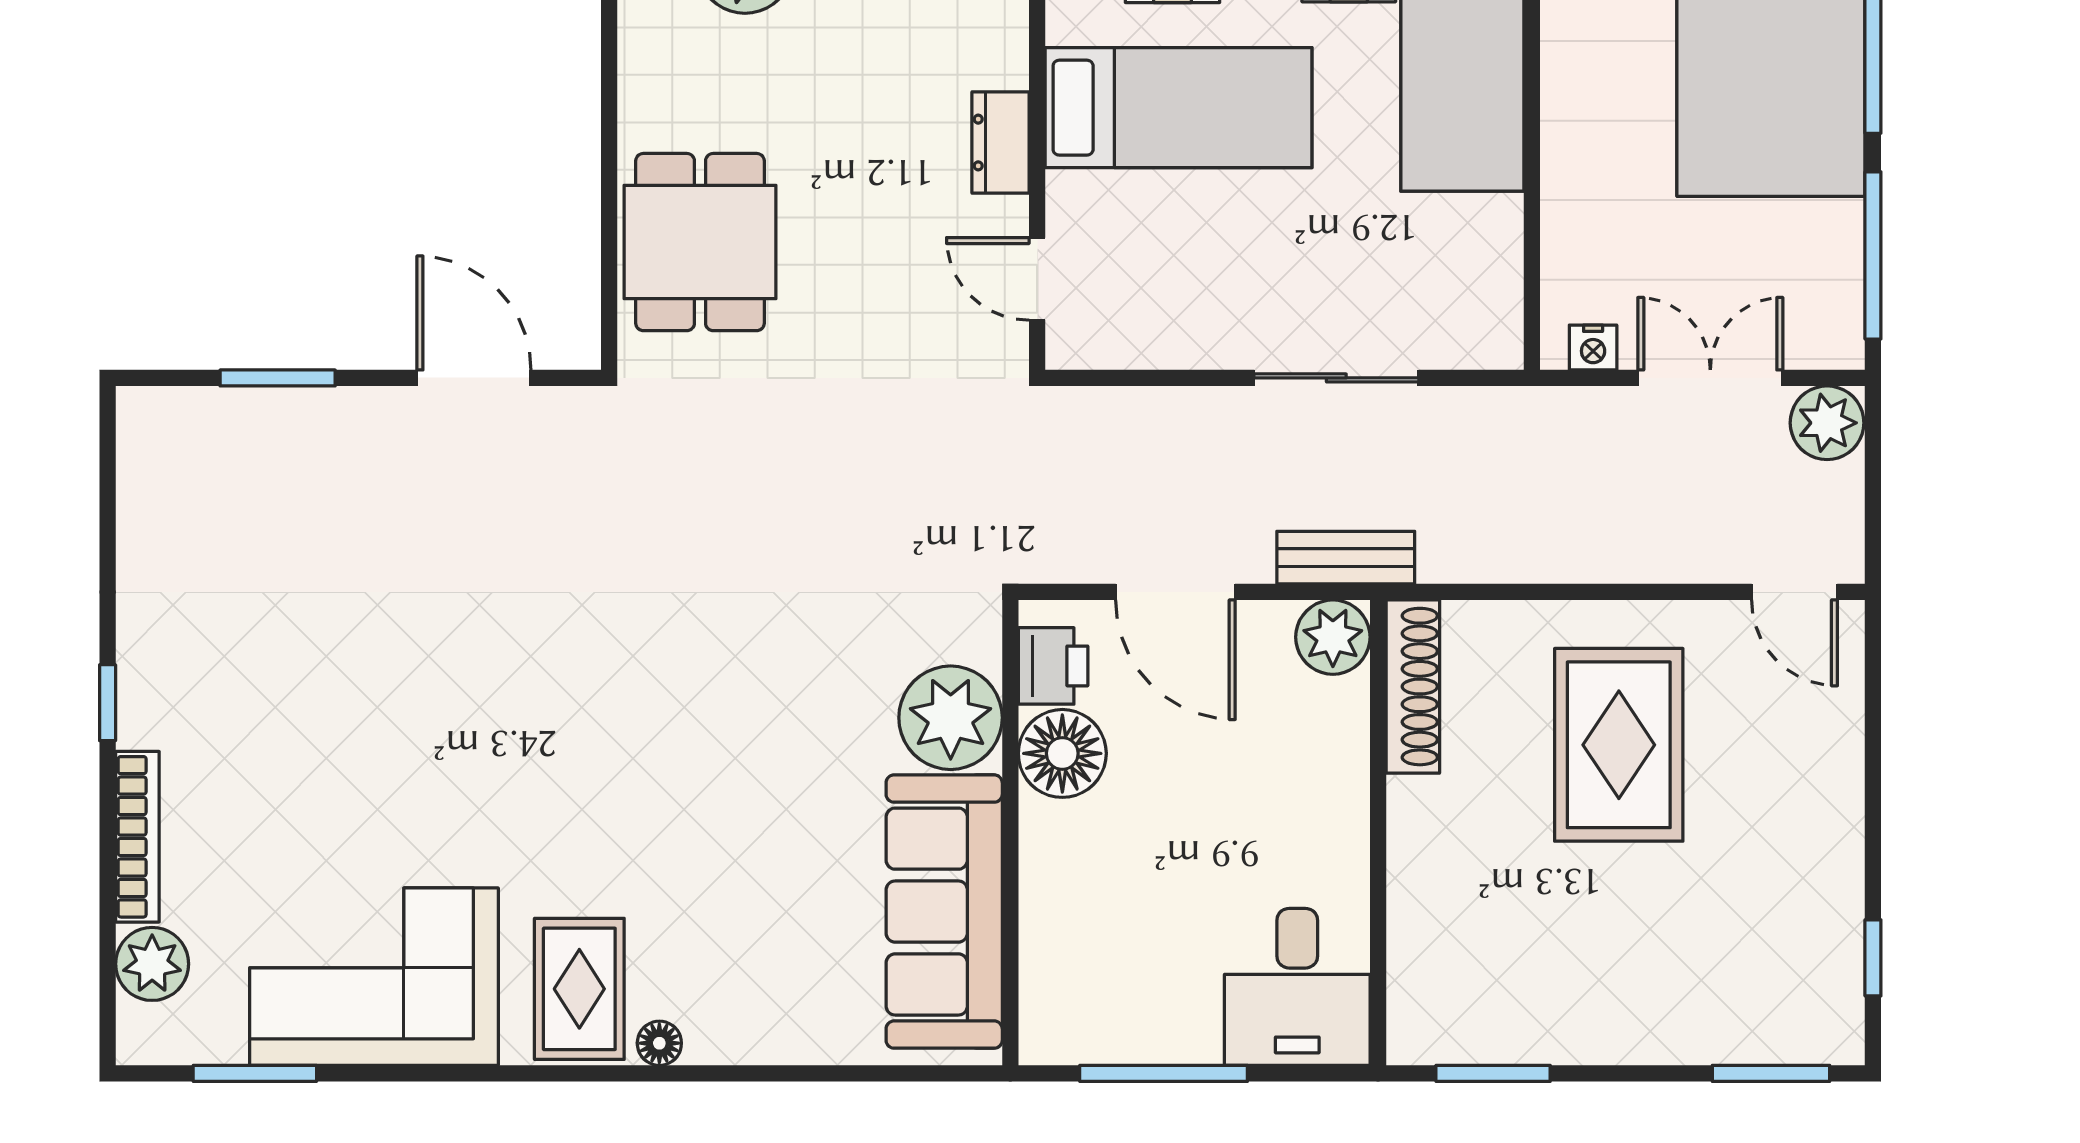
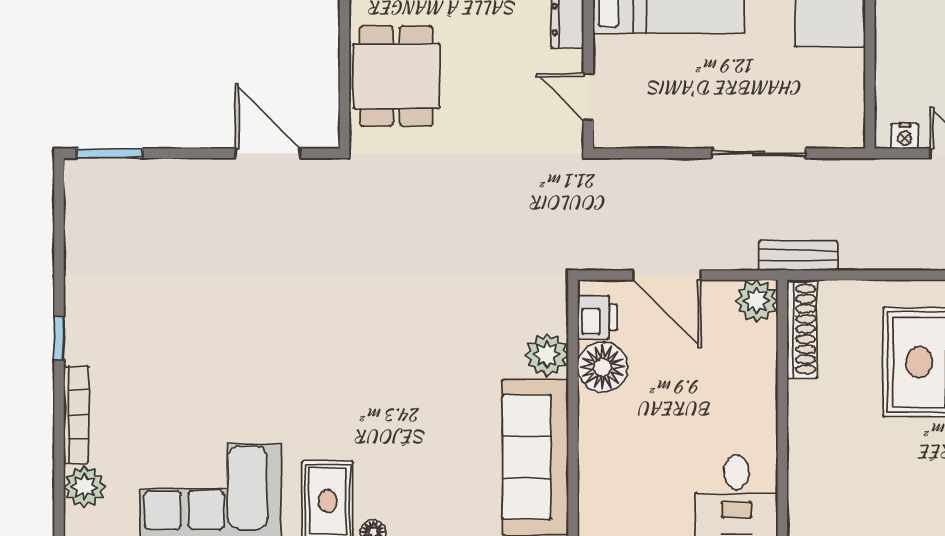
window: (278, 378) -> (110, 153), moved
bench: (1346, 558) -> (798, 256), moved
plant: (951, 718) -> (547, 355), width x0.73, depth x0.73

